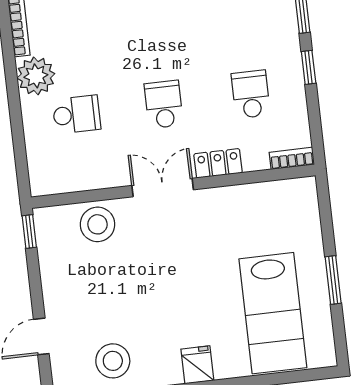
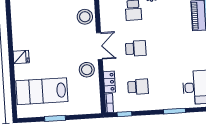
window: (309, 67) -> (124, 114), moved
locker: (218, 163) -> (109, 82), moved
stool: (113, 361) -> (87, 70), moved

